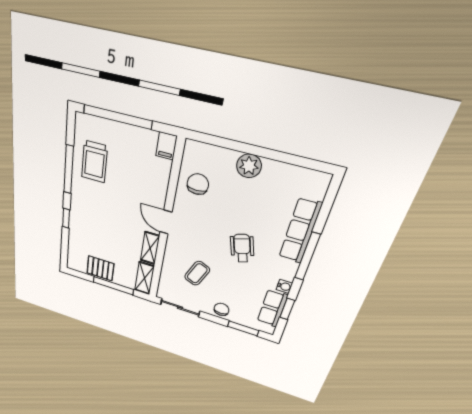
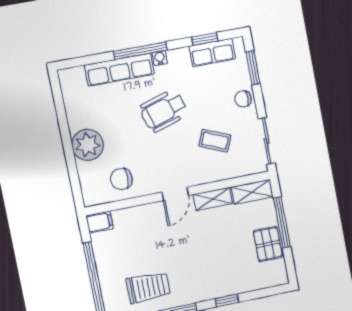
plant: (249, 166) -> (88, 145), width x1.36, depth x1.36
wheelchair: (242, 248) -> (164, 111), width x1.36, depth x1.37
water cooler: (284, 286) -> (160, 58), moved

